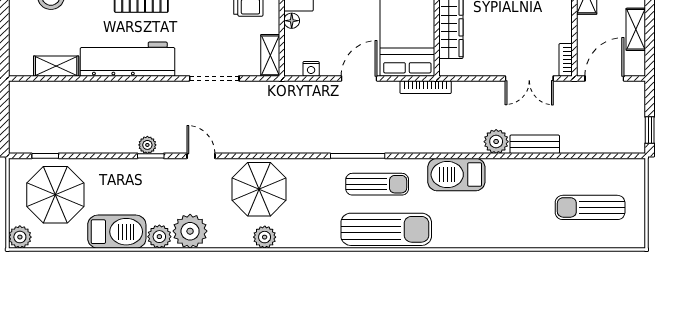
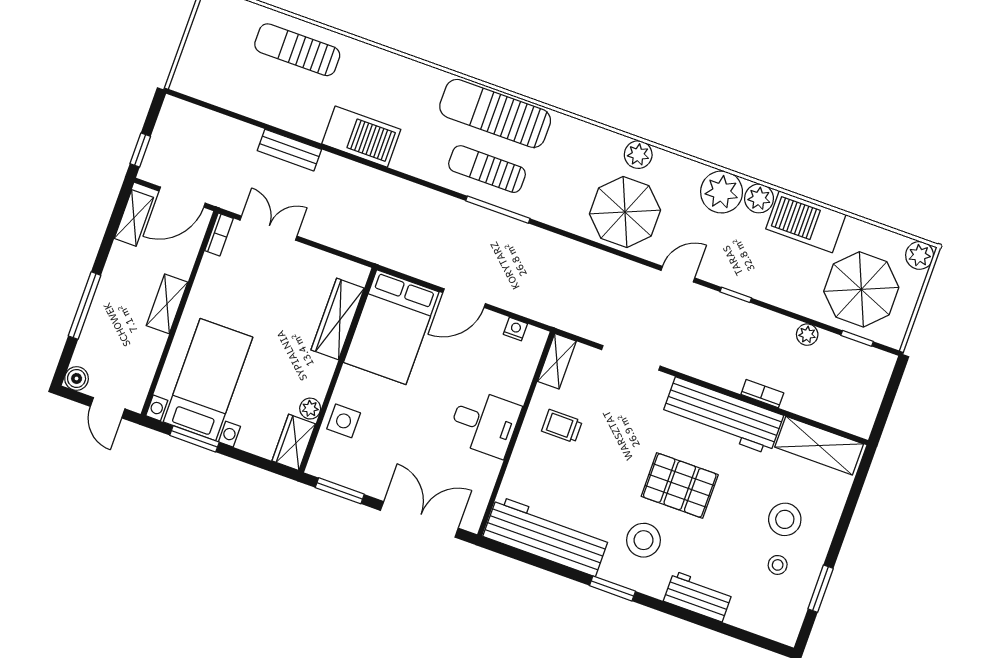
floor lamp: (292, 21) -> (518, 392), removed
shelving: (636, 29) -> (134, 218), moved
shelving: (56, 66) -> (819, 446), width x1.50, depth x1.33
bookcase: (426, 87) -> (762, 394), moved, width x0.64
window: (650, 130) -> (140, 150), moved
plant: (496, 142) -> (333, 169), removed
plant: (147, 145) -> (807, 335), moved
door: (201, 156) -> (678, 274), swing flipped
barbecue: (456, 175) -> (361, 137), moved
sun lounger: (590, 207) -> (297, 50), moved, turned 180

